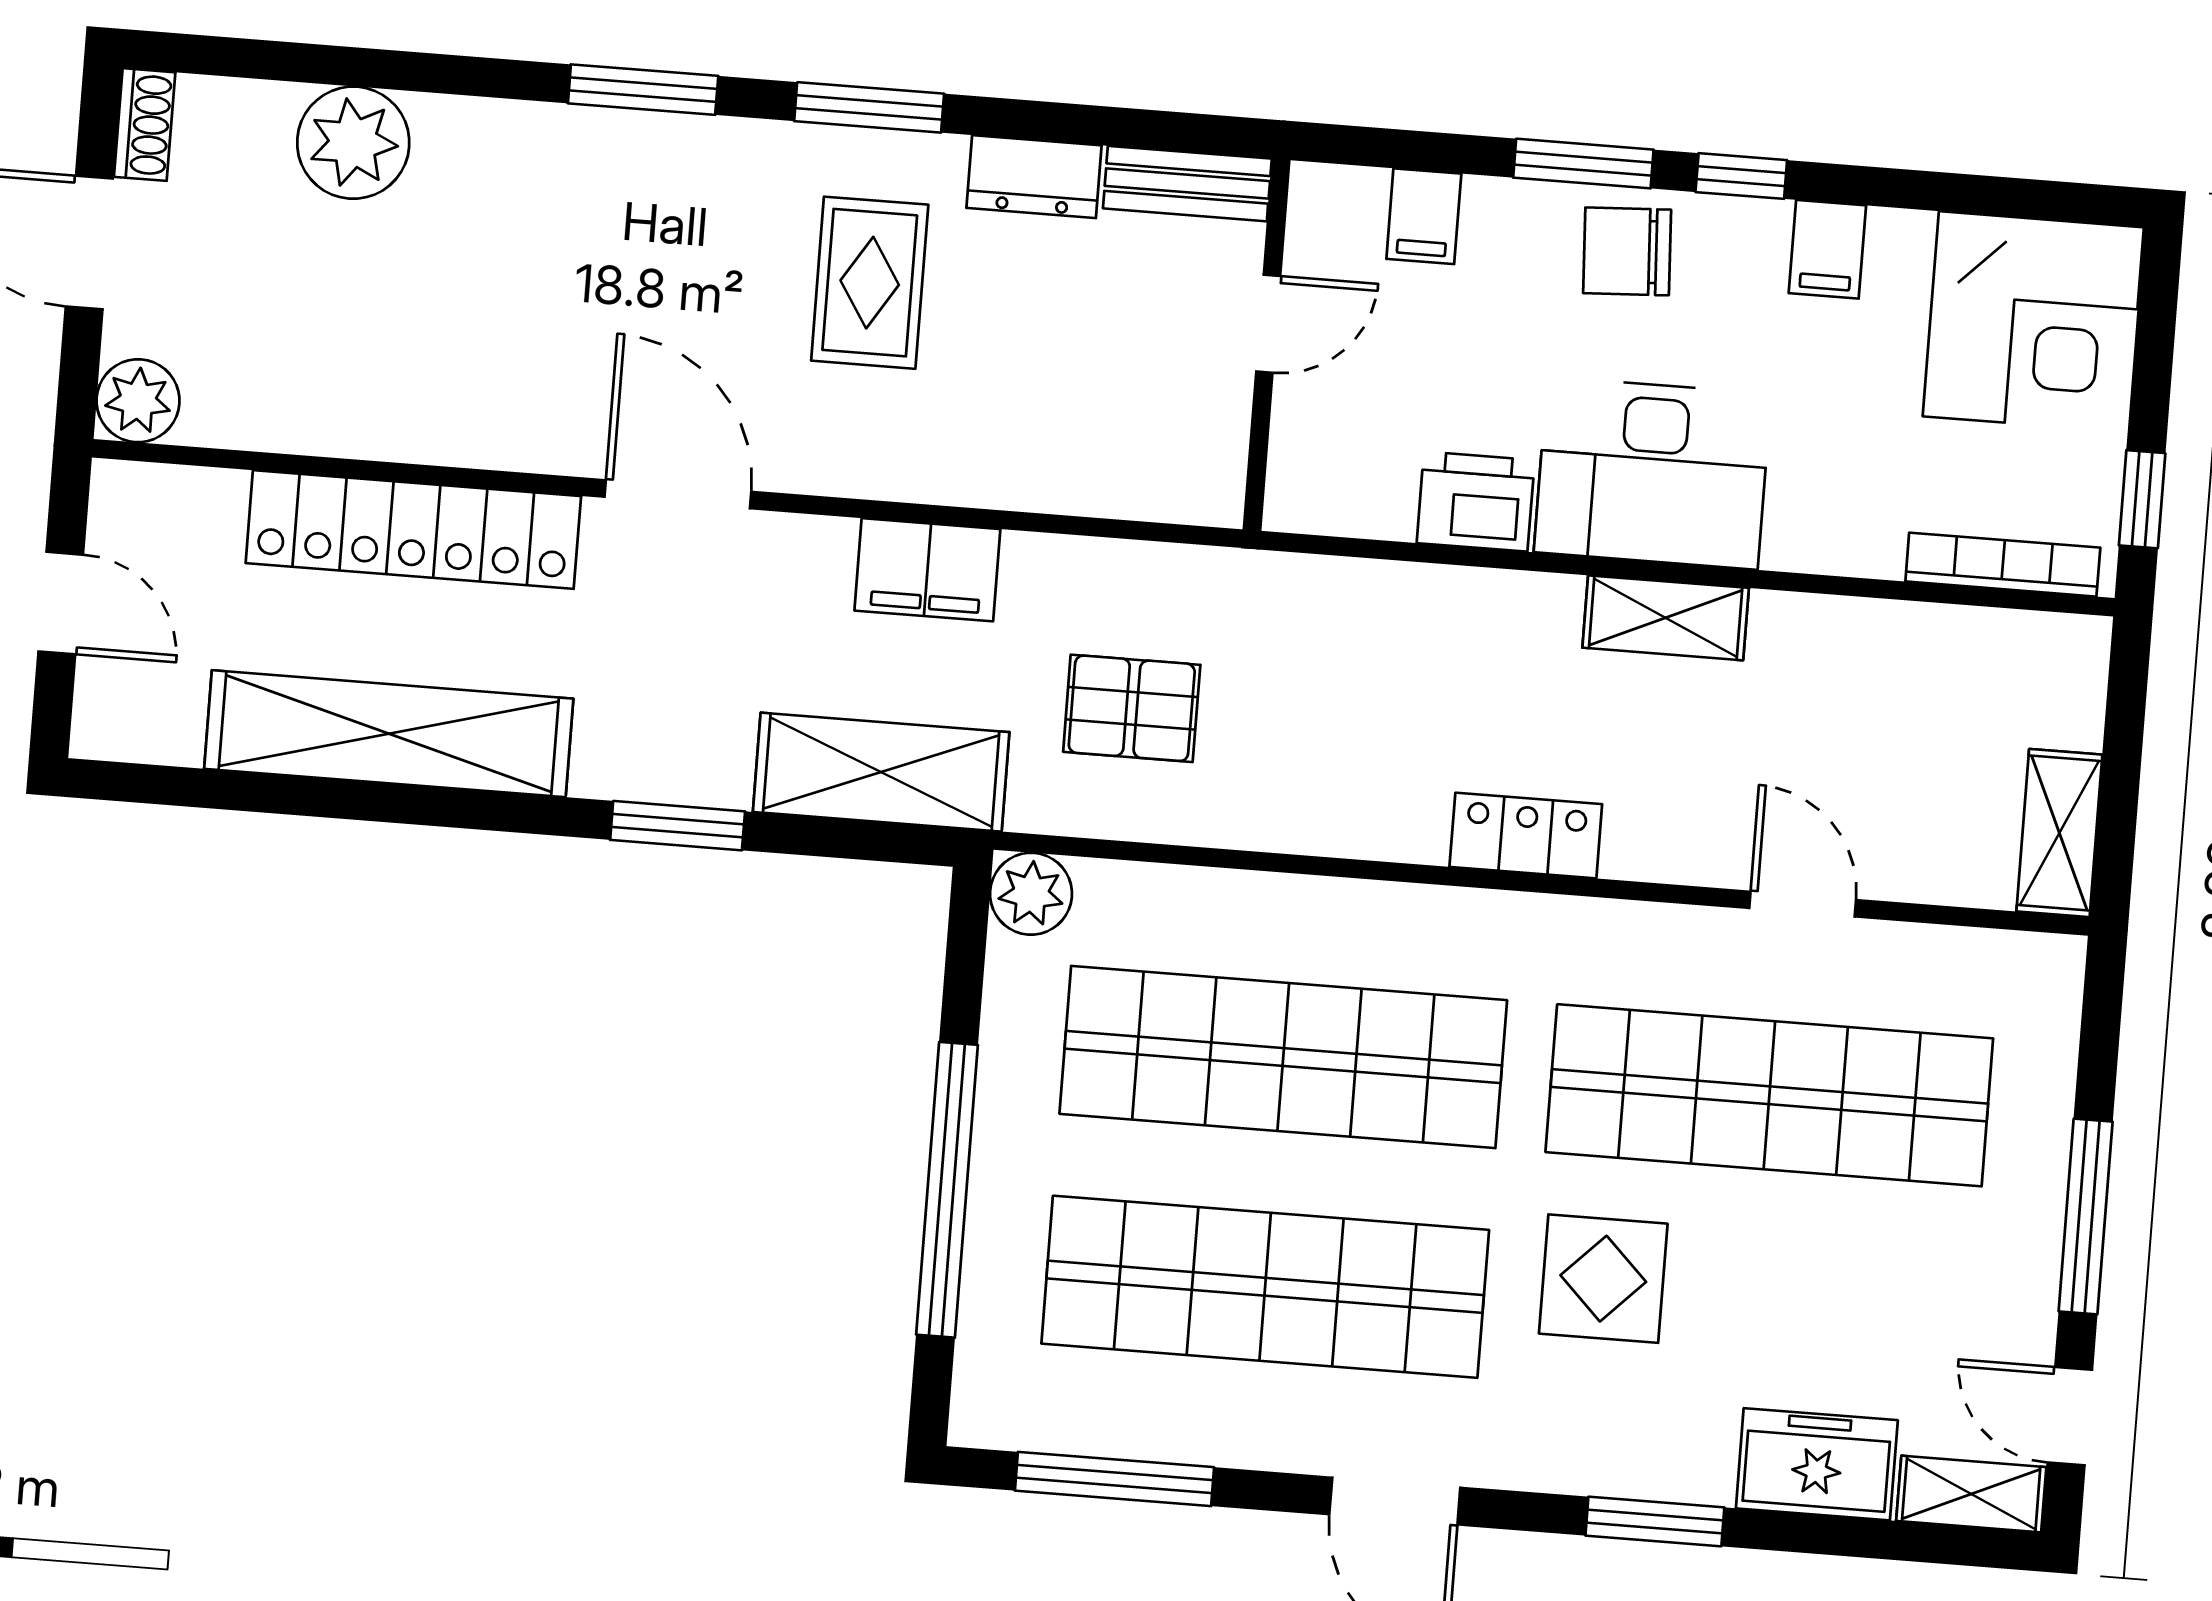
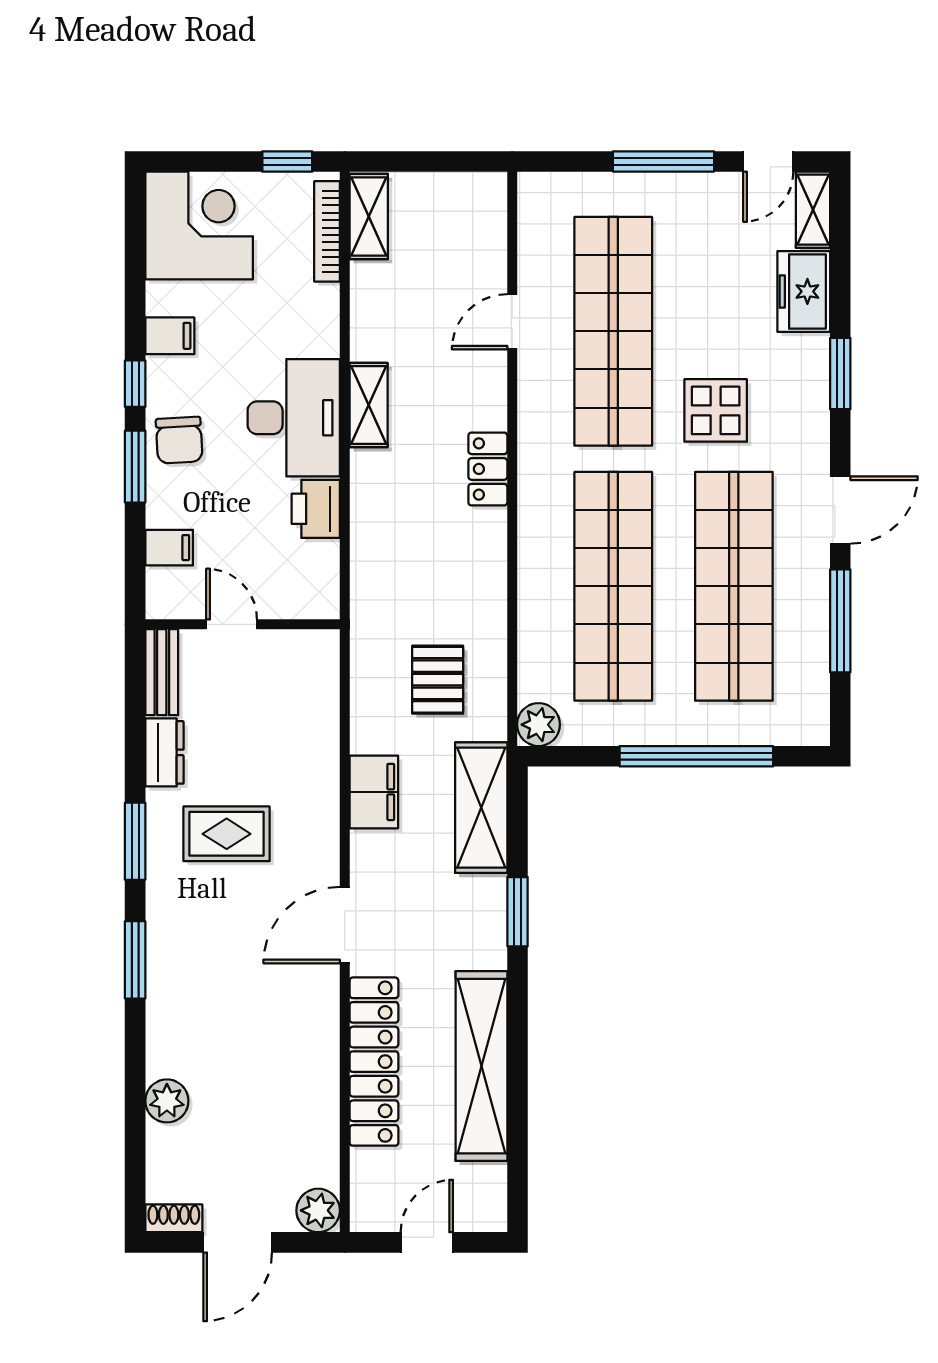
plant: (353, 143) -> (167, 1101), width x0.73, depth x0.73
shelving: (2059, 833) -> (369, 217), moved, turned 90
window: (1115, 1479) -> (840, 621), moved

